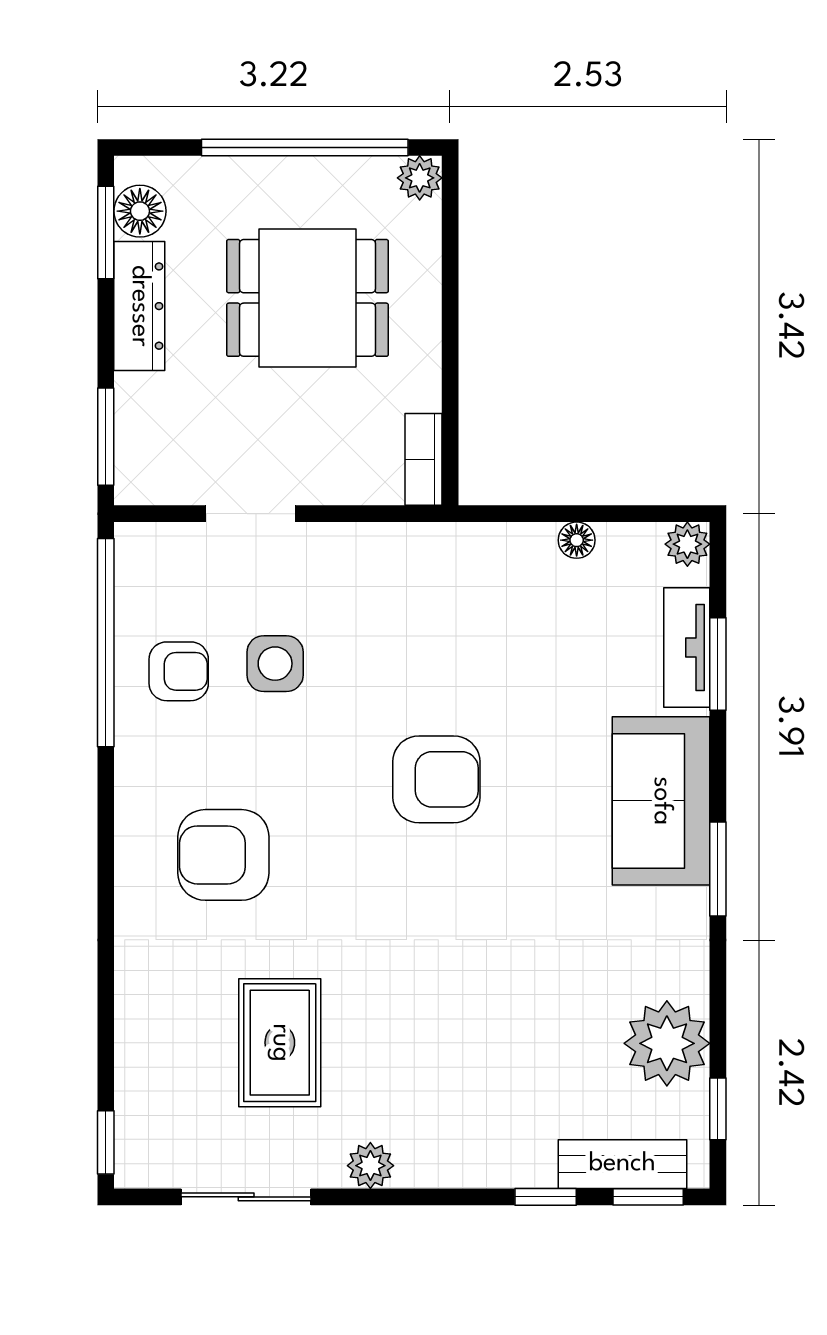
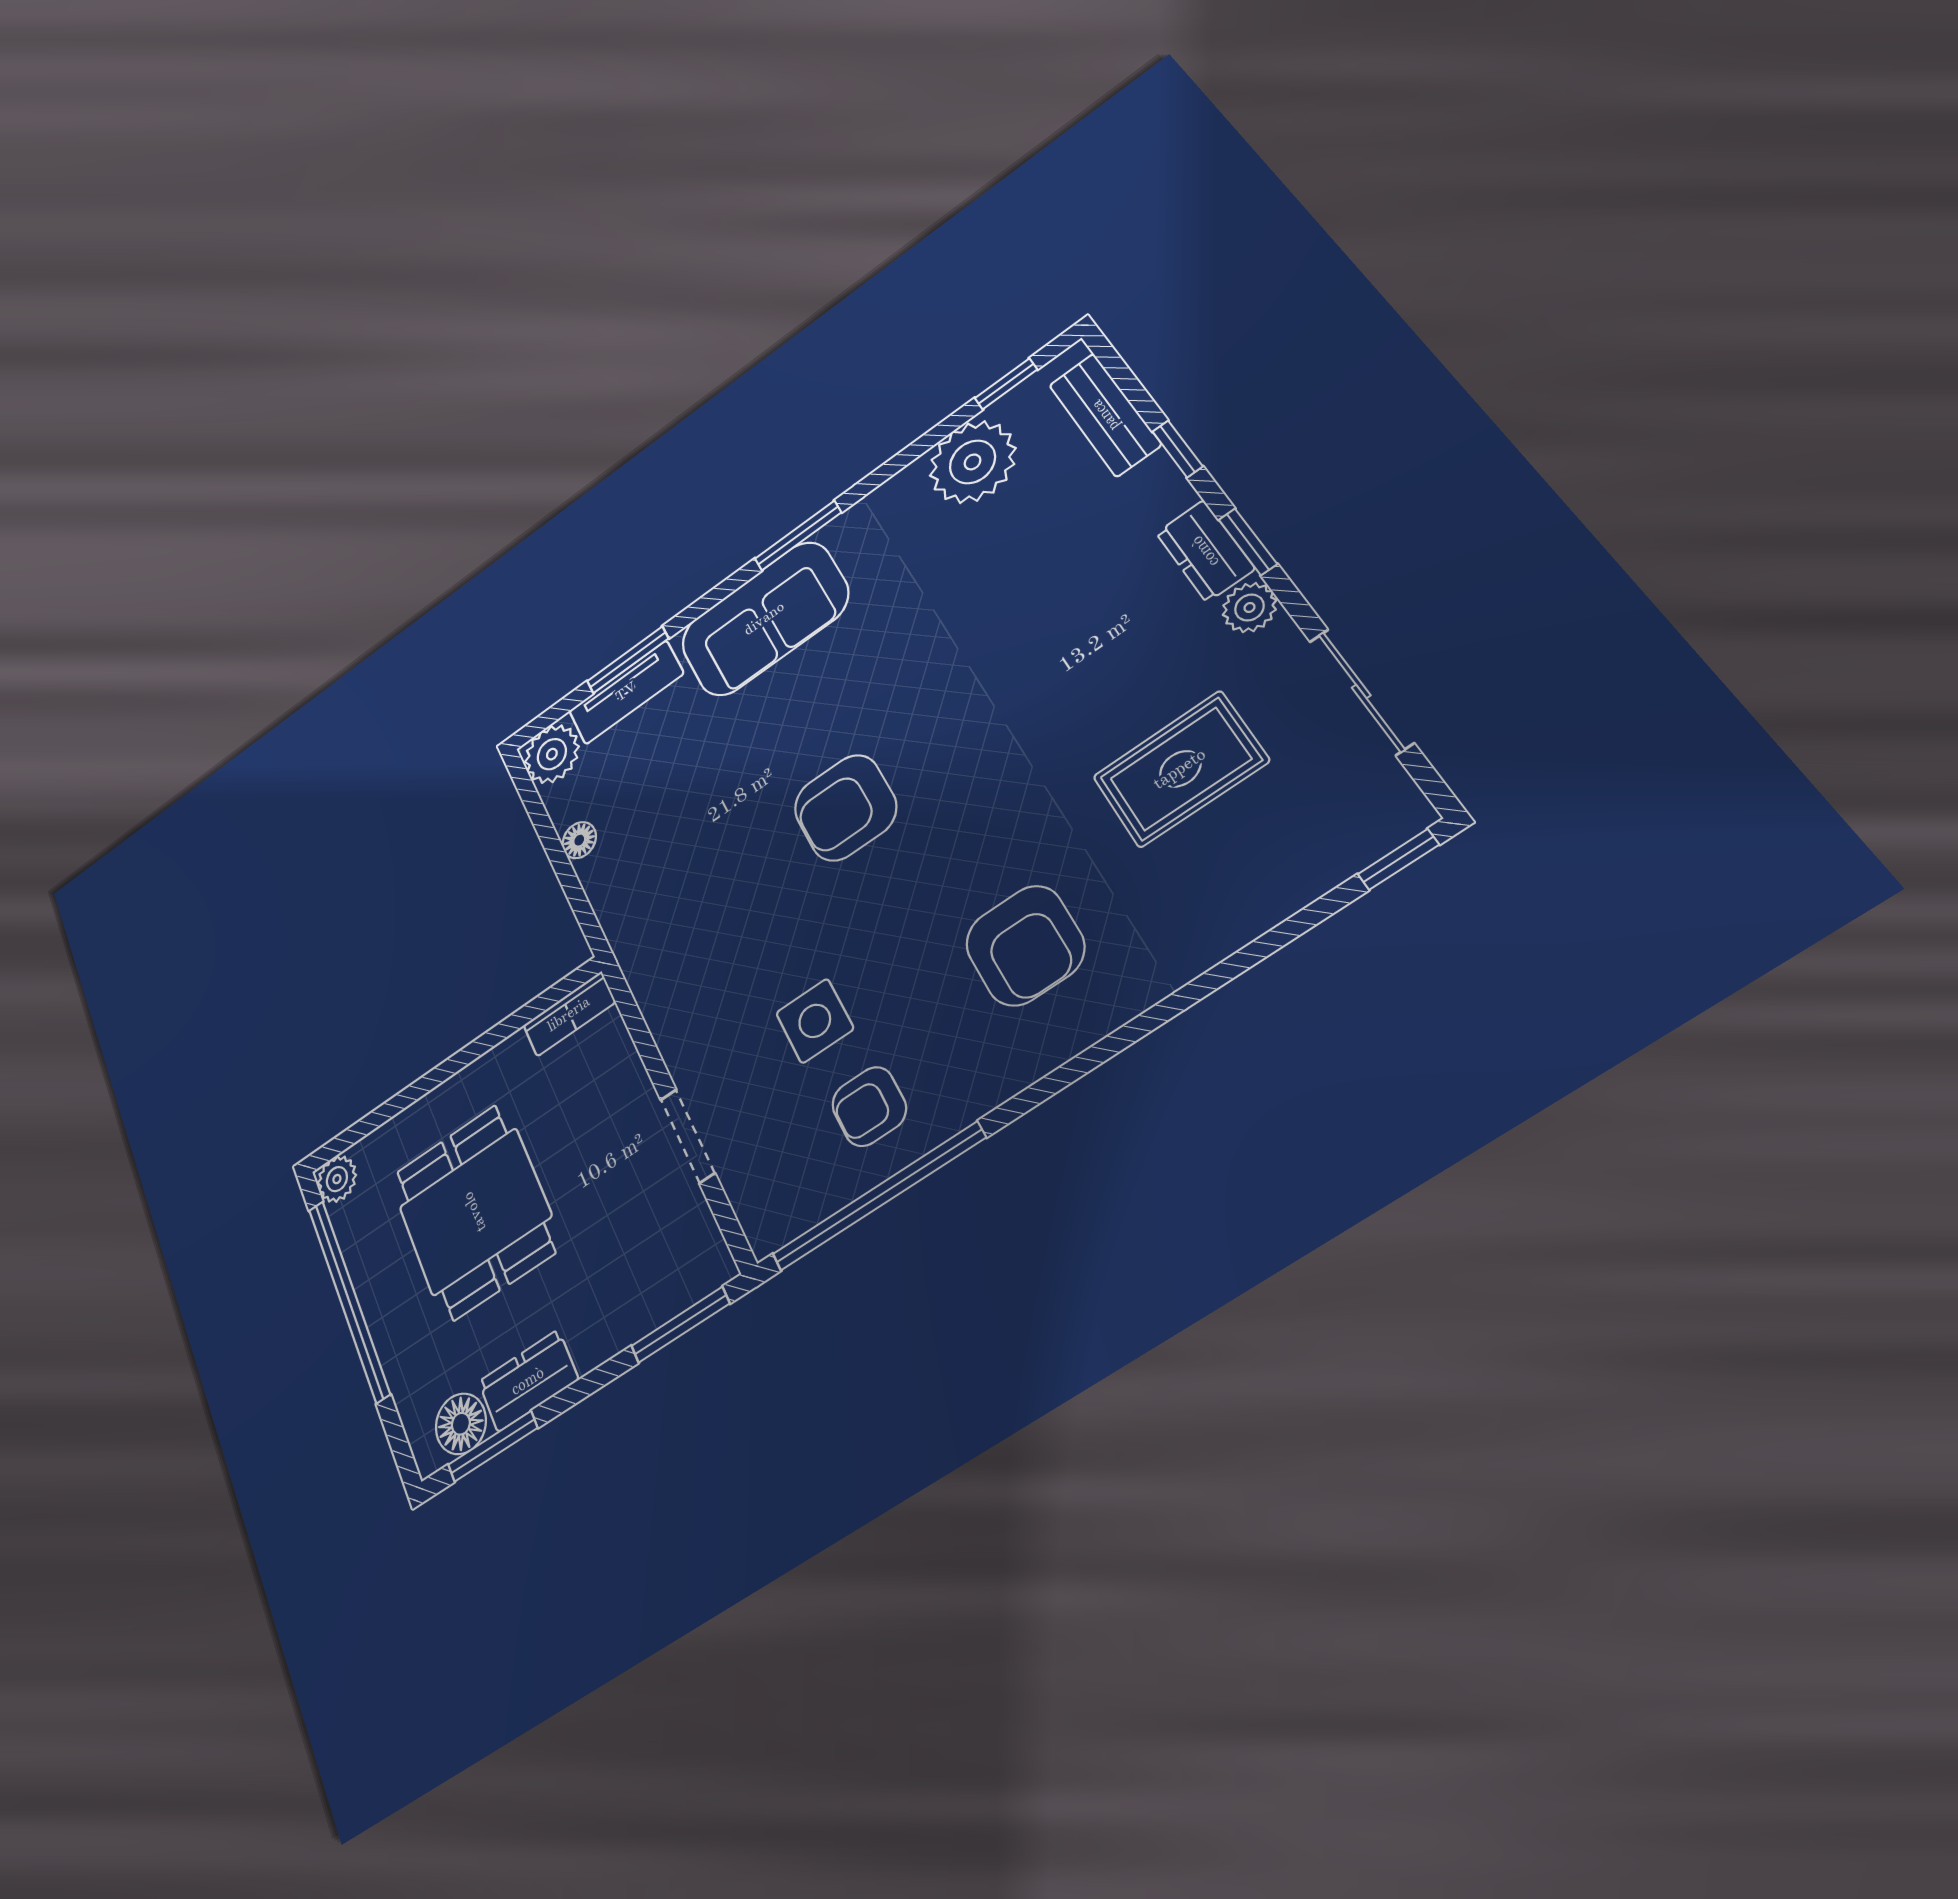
dresser: (139, 306) -> (528, 1381), width x0.70
plant: (687, 544) -> (552, 754), width x1.38, depth x1.38
armchair: (179, 671) -> (869, 1106), turned -90
armchair: (436, 779) -> (845, 808), turned -90
dresser: (442, 1164) -> (1205, 551), added
window: (648, 1197) -> (1248, 542), moved

